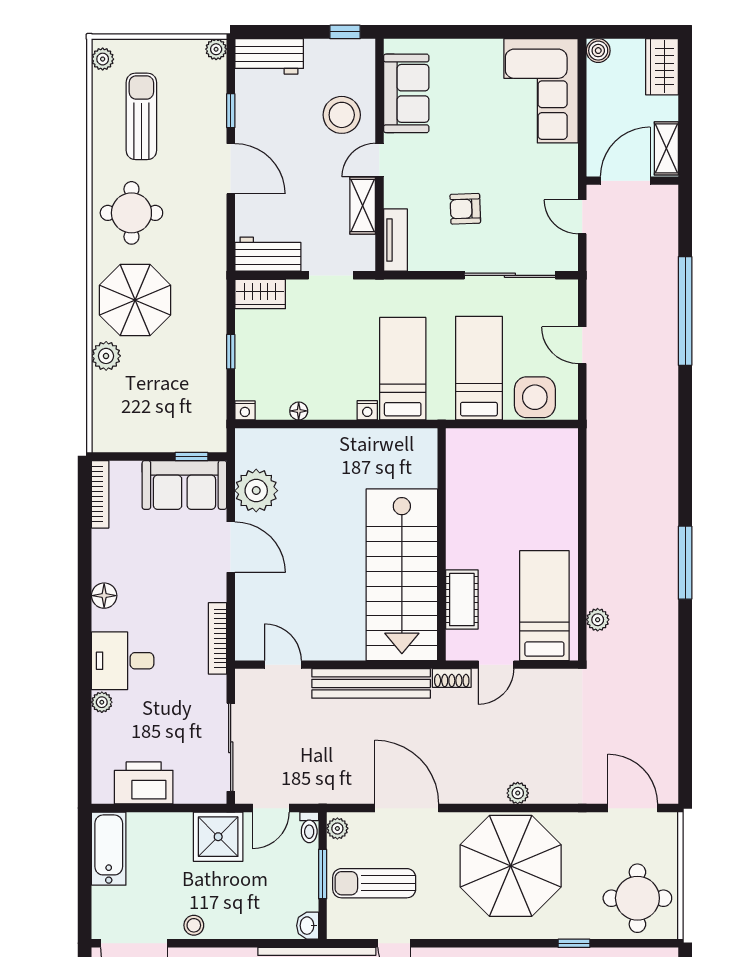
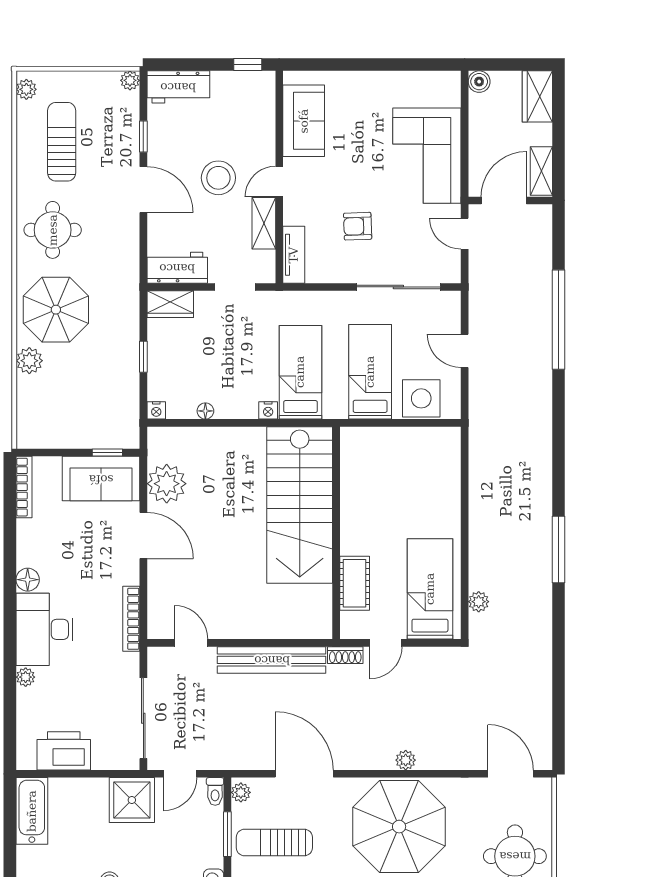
corner sofa: (541, 91) -> (427, 156), moved
stool: (342, 115) -> (218, 178), moved
stairs: (402, 575) -> (300, 505), moved
desk: (123, 661) -> (45, 629), width x1.37

